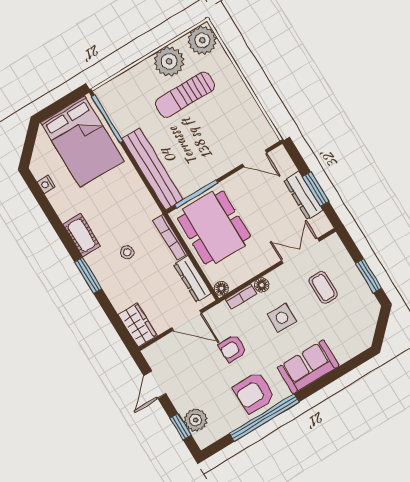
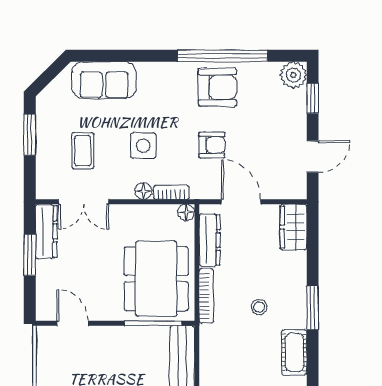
dresser: (303, 195) -> (46, 231), moved
sofa: (308, 367) -> (104, 80), moved
plant: (196, 420) -> (293, 75), moved

